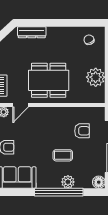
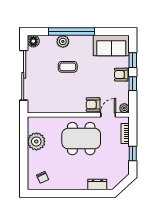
dresser: (32, 32) -> (97, 184), width x0.70
armchair: (82, 131) -> (93, 105), moved

